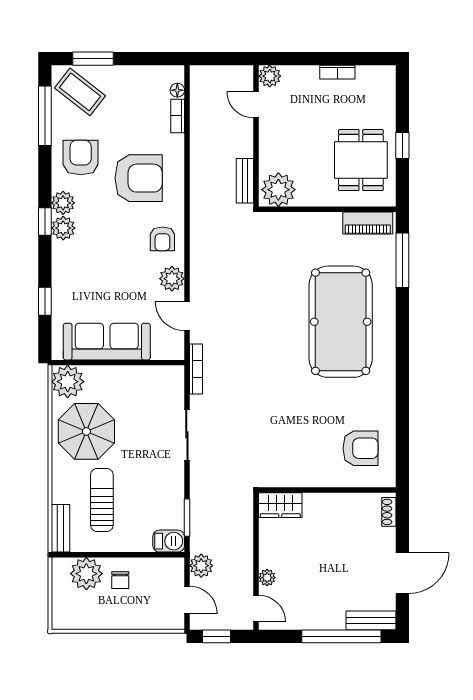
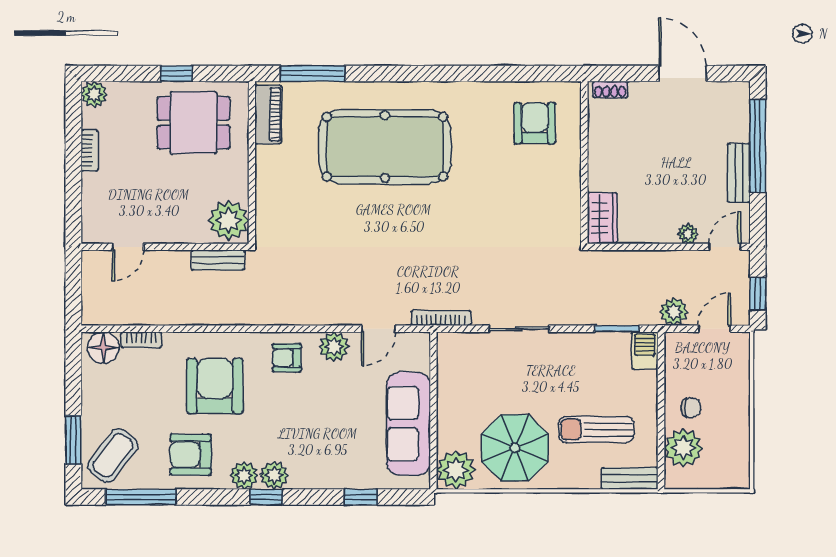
plant: (270, 76) -> (94, 94), moved
floor lamp: (177, 90) -> (103, 348), width x1.89, depth x1.89
armchair: (162, 239) -> (287, 358), turned 180
bench: (371, 620) -> (739, 173), moved

